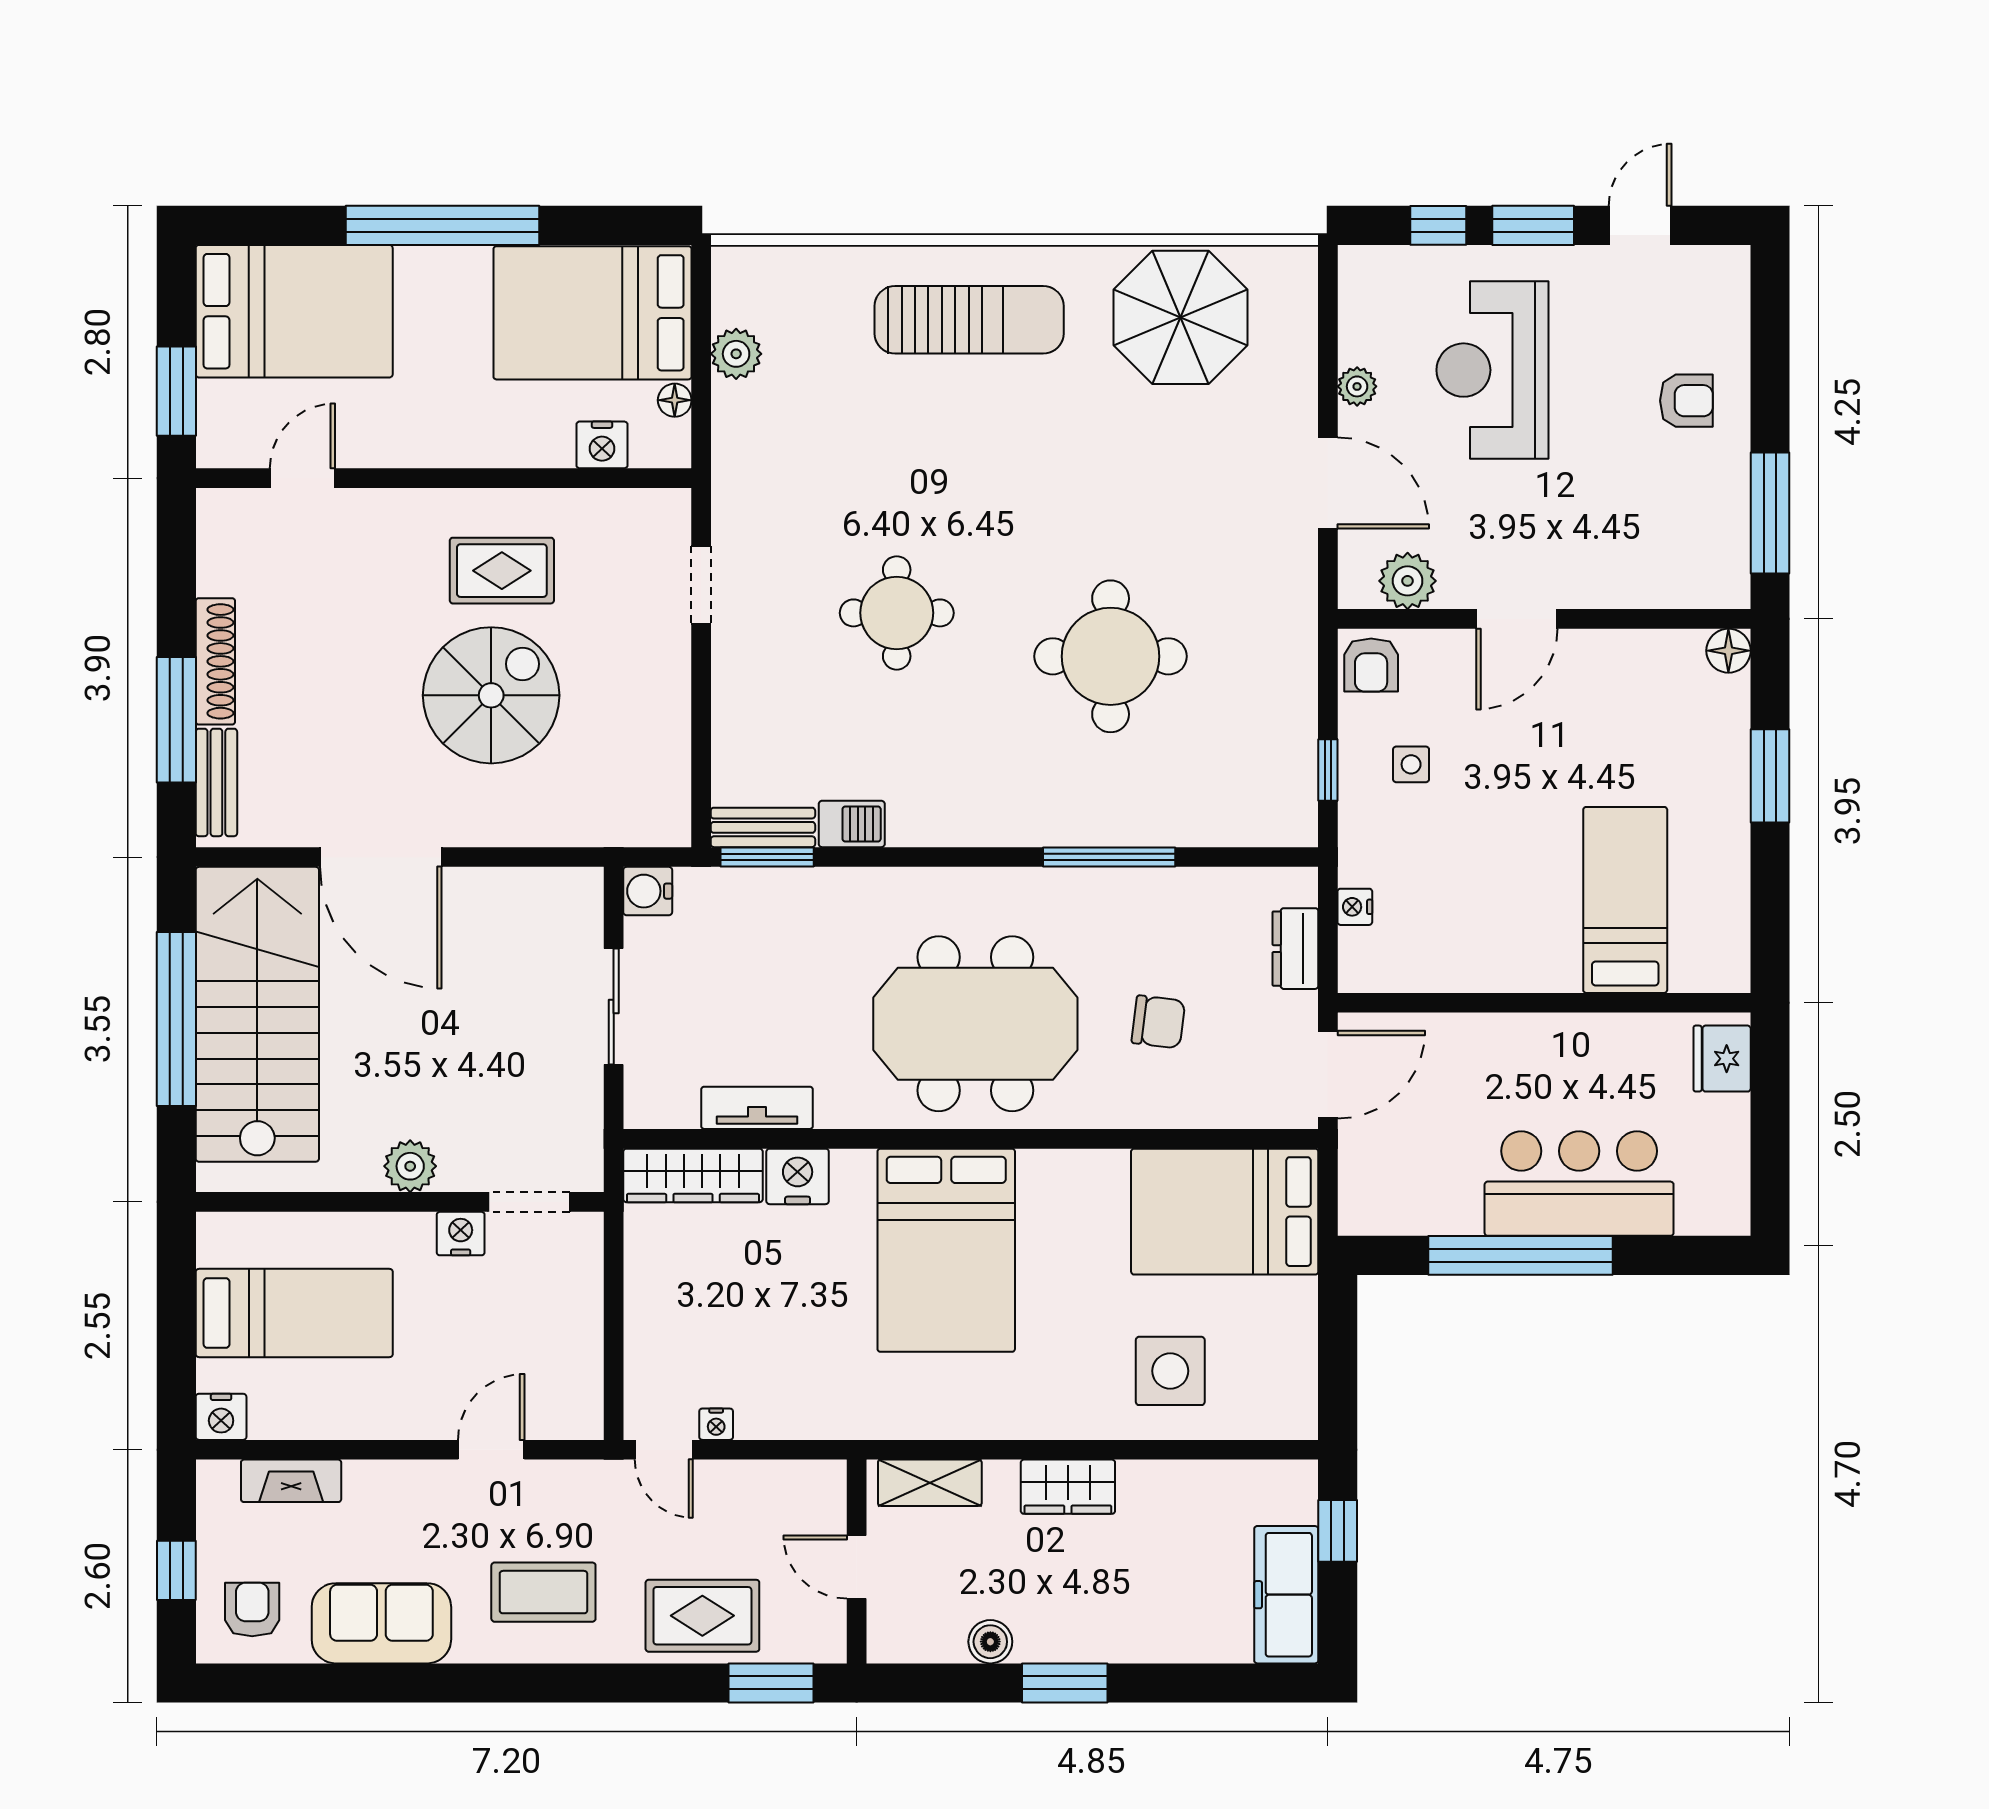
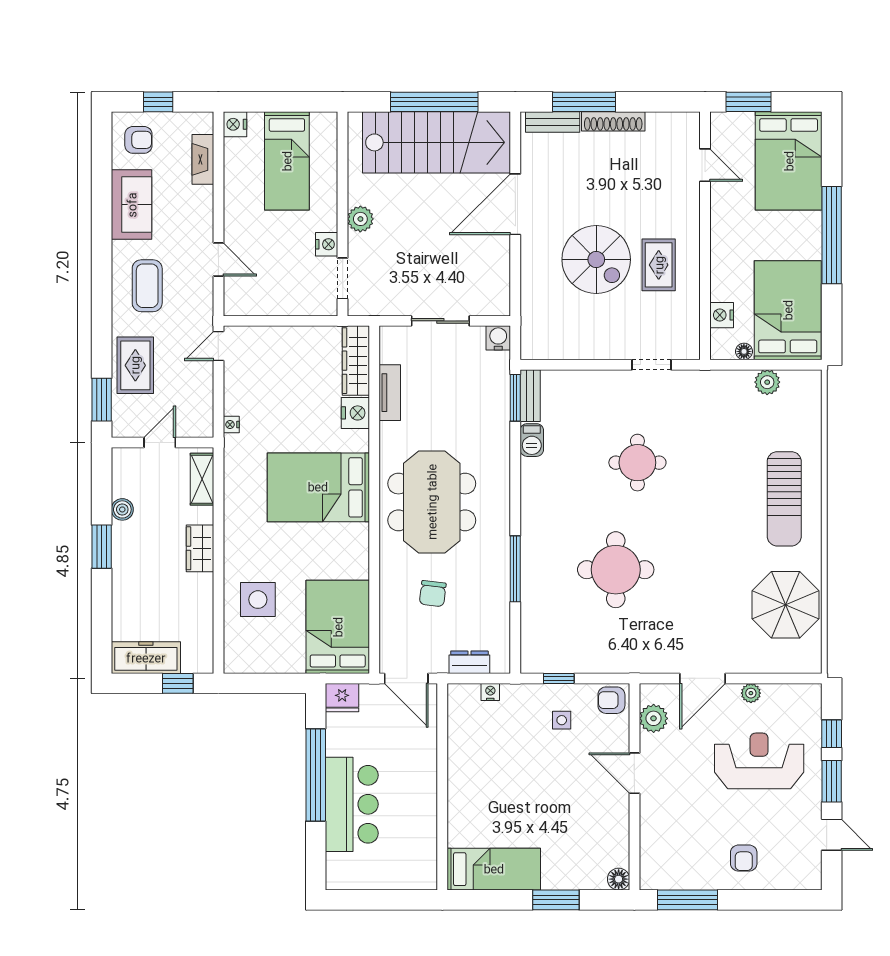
bed: (1625, 900) -> (494, 869), moved
fridge: (1722, 1059) -> (342, 698), moved, turned 180
nightstand: (716, 1424) -> (231, 425), moved

